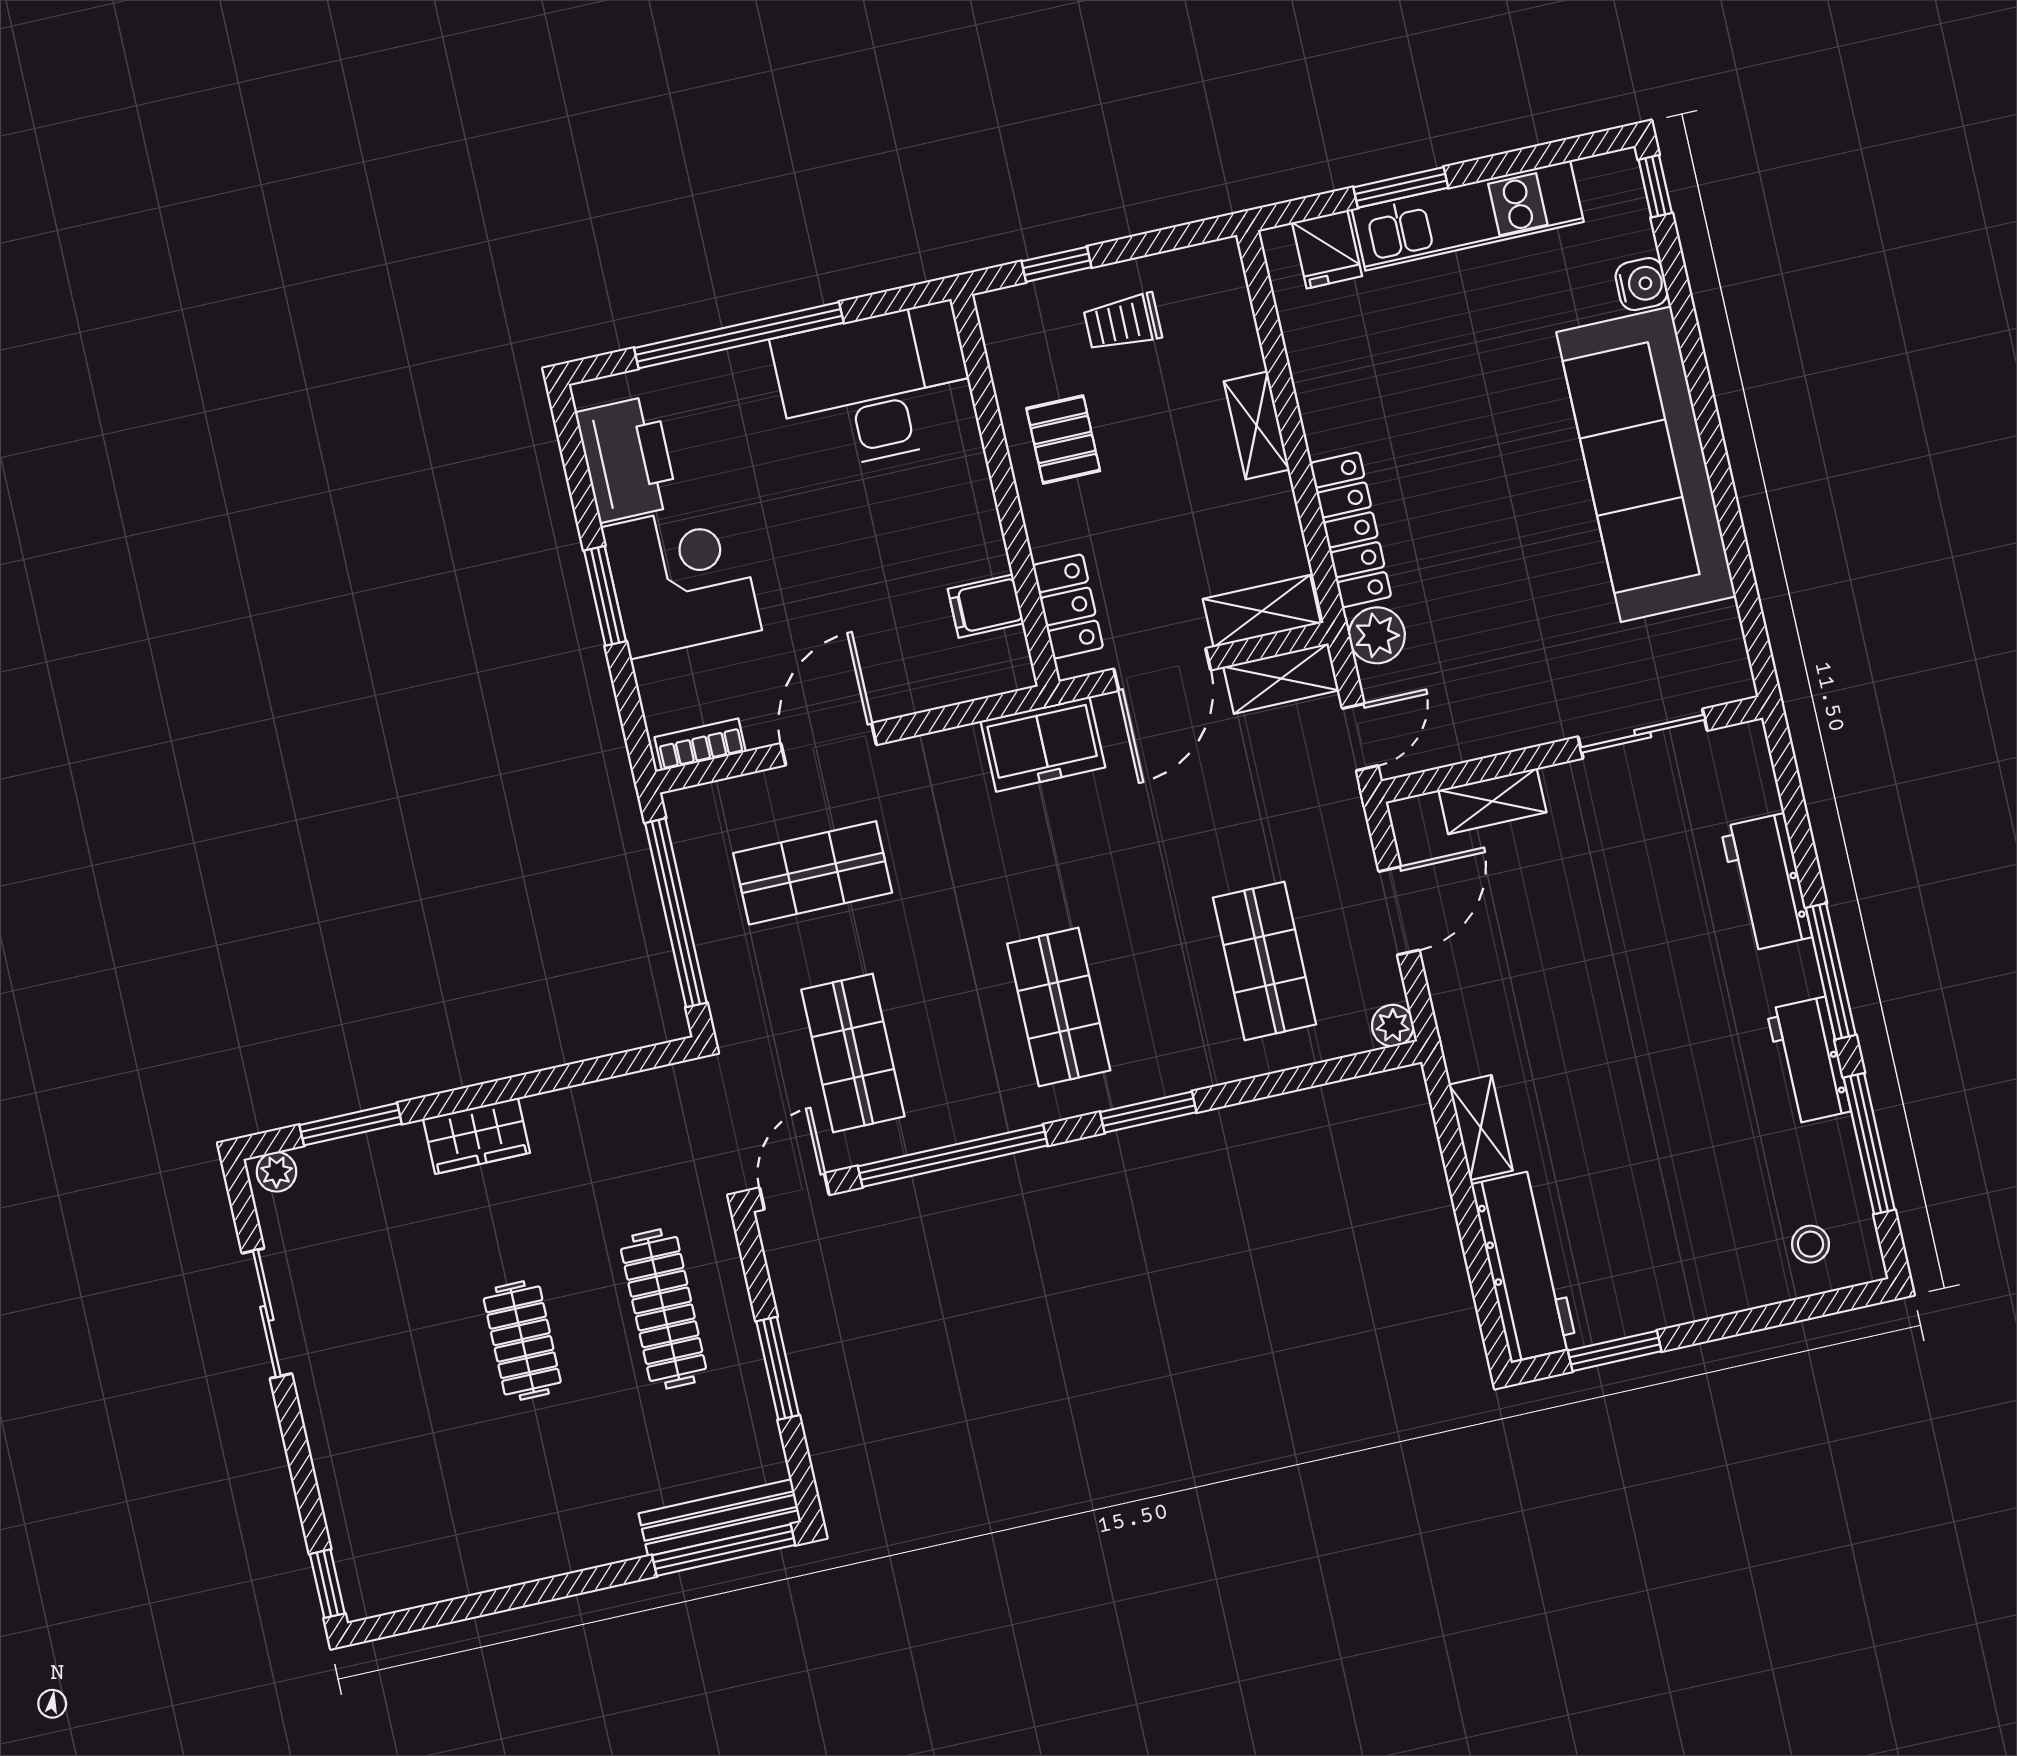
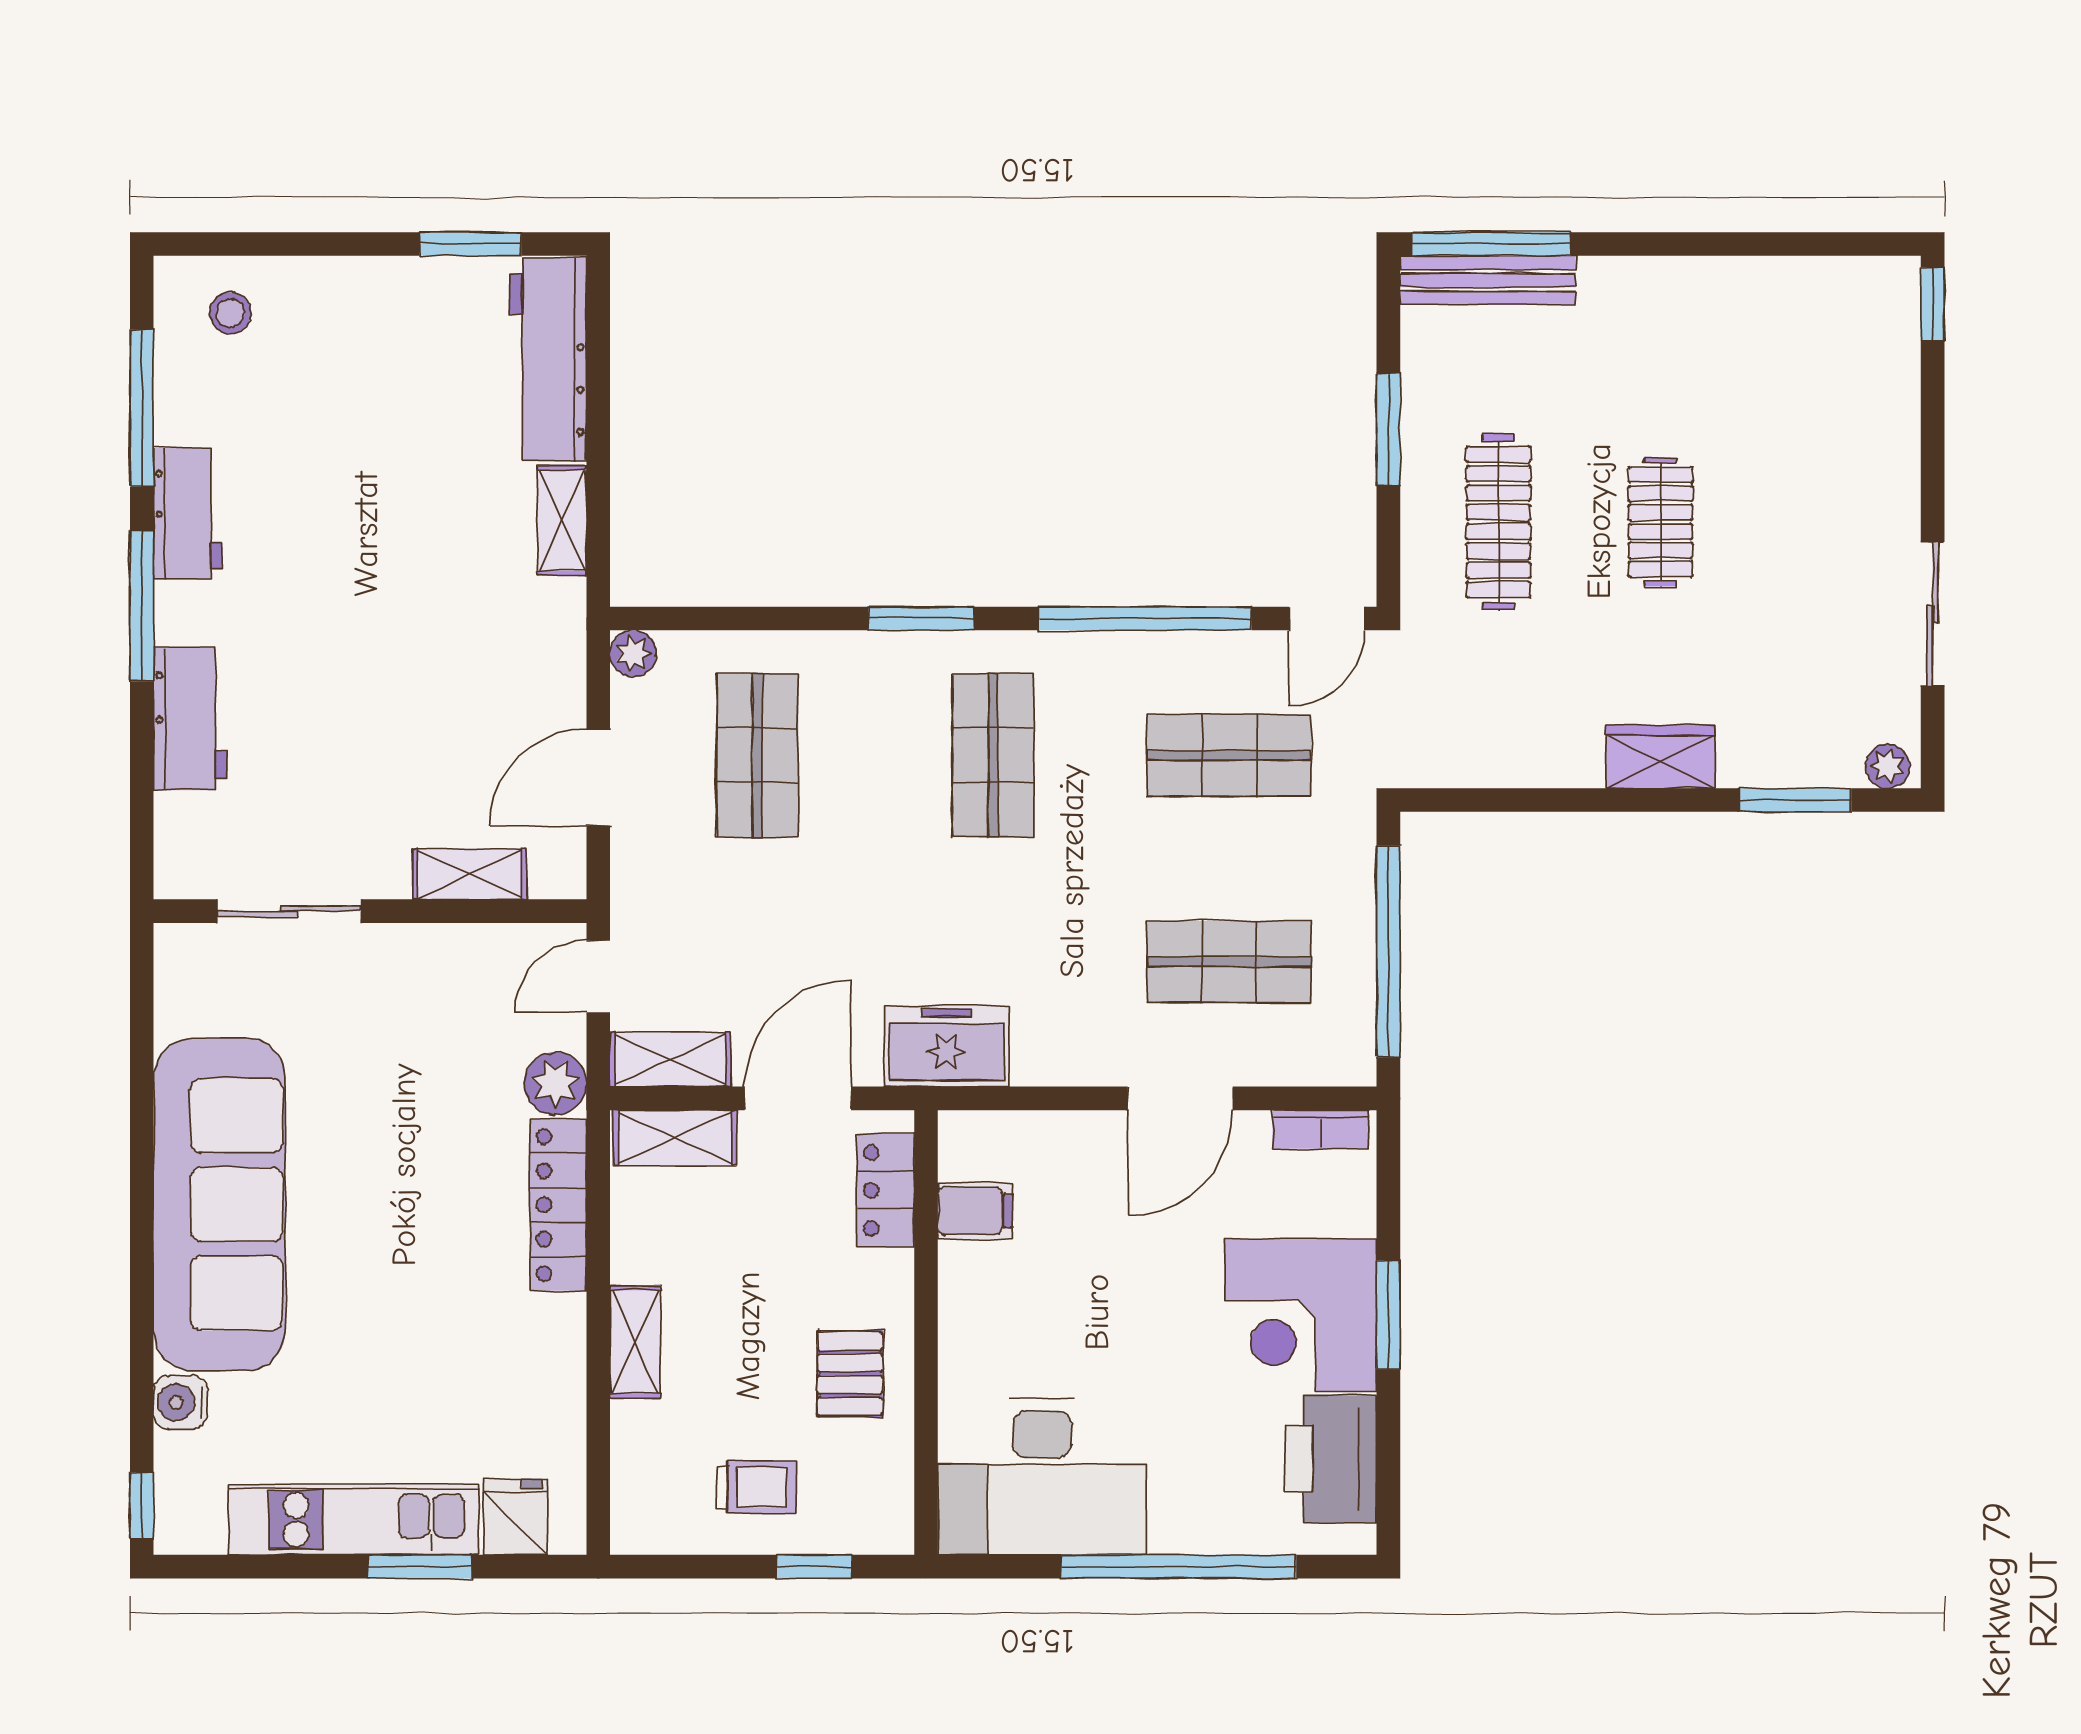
shop shelf: (853, 1053) -> (1229, 755), turned 90

